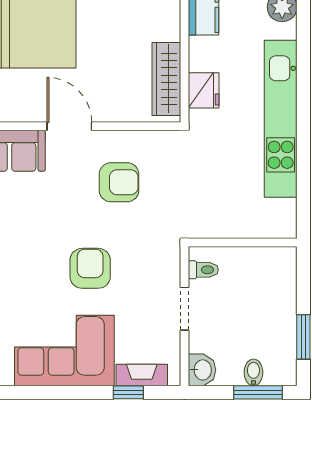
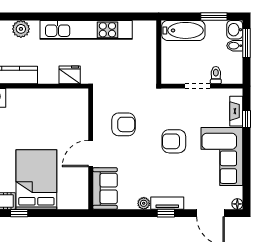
wardrobe: (166, 79) -> (63, 97), removed
armchair: (119, 182) -> (123, 124), turned 90
toilet: (203, 270) -> (216, 75), moved
bathtub: (280, 285) -> (183, 30), added
washbasin: (202, 370) -> (235, 30), moved, turned -90

